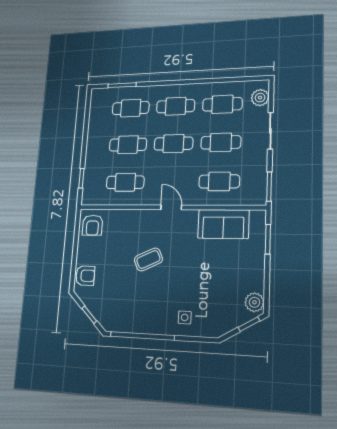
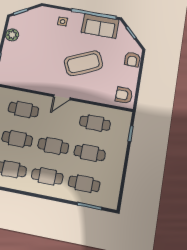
door: (171, 207) -> (62, 97), hinge flipped
sofa: (223, 224) -> (100, 26), moved, turned 180
armchair: (93, 225) -> (124, 95), turned -90
coffee table: (148, 259) -> (83, 63), width x1.86, depth x1.72
armchair: (85, 276) -> (132, 59), turned -90
plant: (254, 302) -> (12, 35), moved

